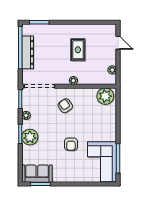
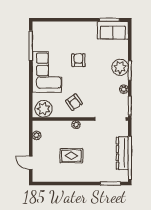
rug: (78, 50) -> (71, 156), turned 90
armchair: (65, 106) -> (74, 102), moved
corner sofa: (102, 162) -> (47, 72), moved

